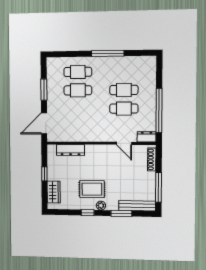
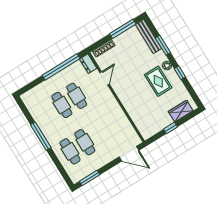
window: (44, 90) -> (90, 178), moved
dresser: (70, 150) -> (137, 118), removed

